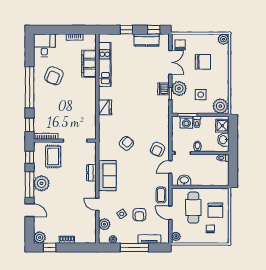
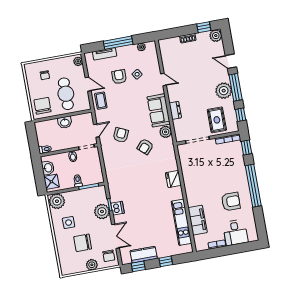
plant: (223, 39) -> (92, 265), moved
desk: (44, 45) -> (235, 233), moved
double door: (170, 62) -> (115, 236), swing flipped
armchair: (54, 76) -> (231, 202), turned 67
side table: (201, 95) -> (69, 223), moved
washing machine: (186, 122) -> (88, 179), removed
armchair: (158, 149) -> (121, 135), moved
washbasin: (184, 180) -> (65, 122), moved
chair: (215, 210) -> (42, 106), moved
plant: (104, 224) -> (166, 132), moved

